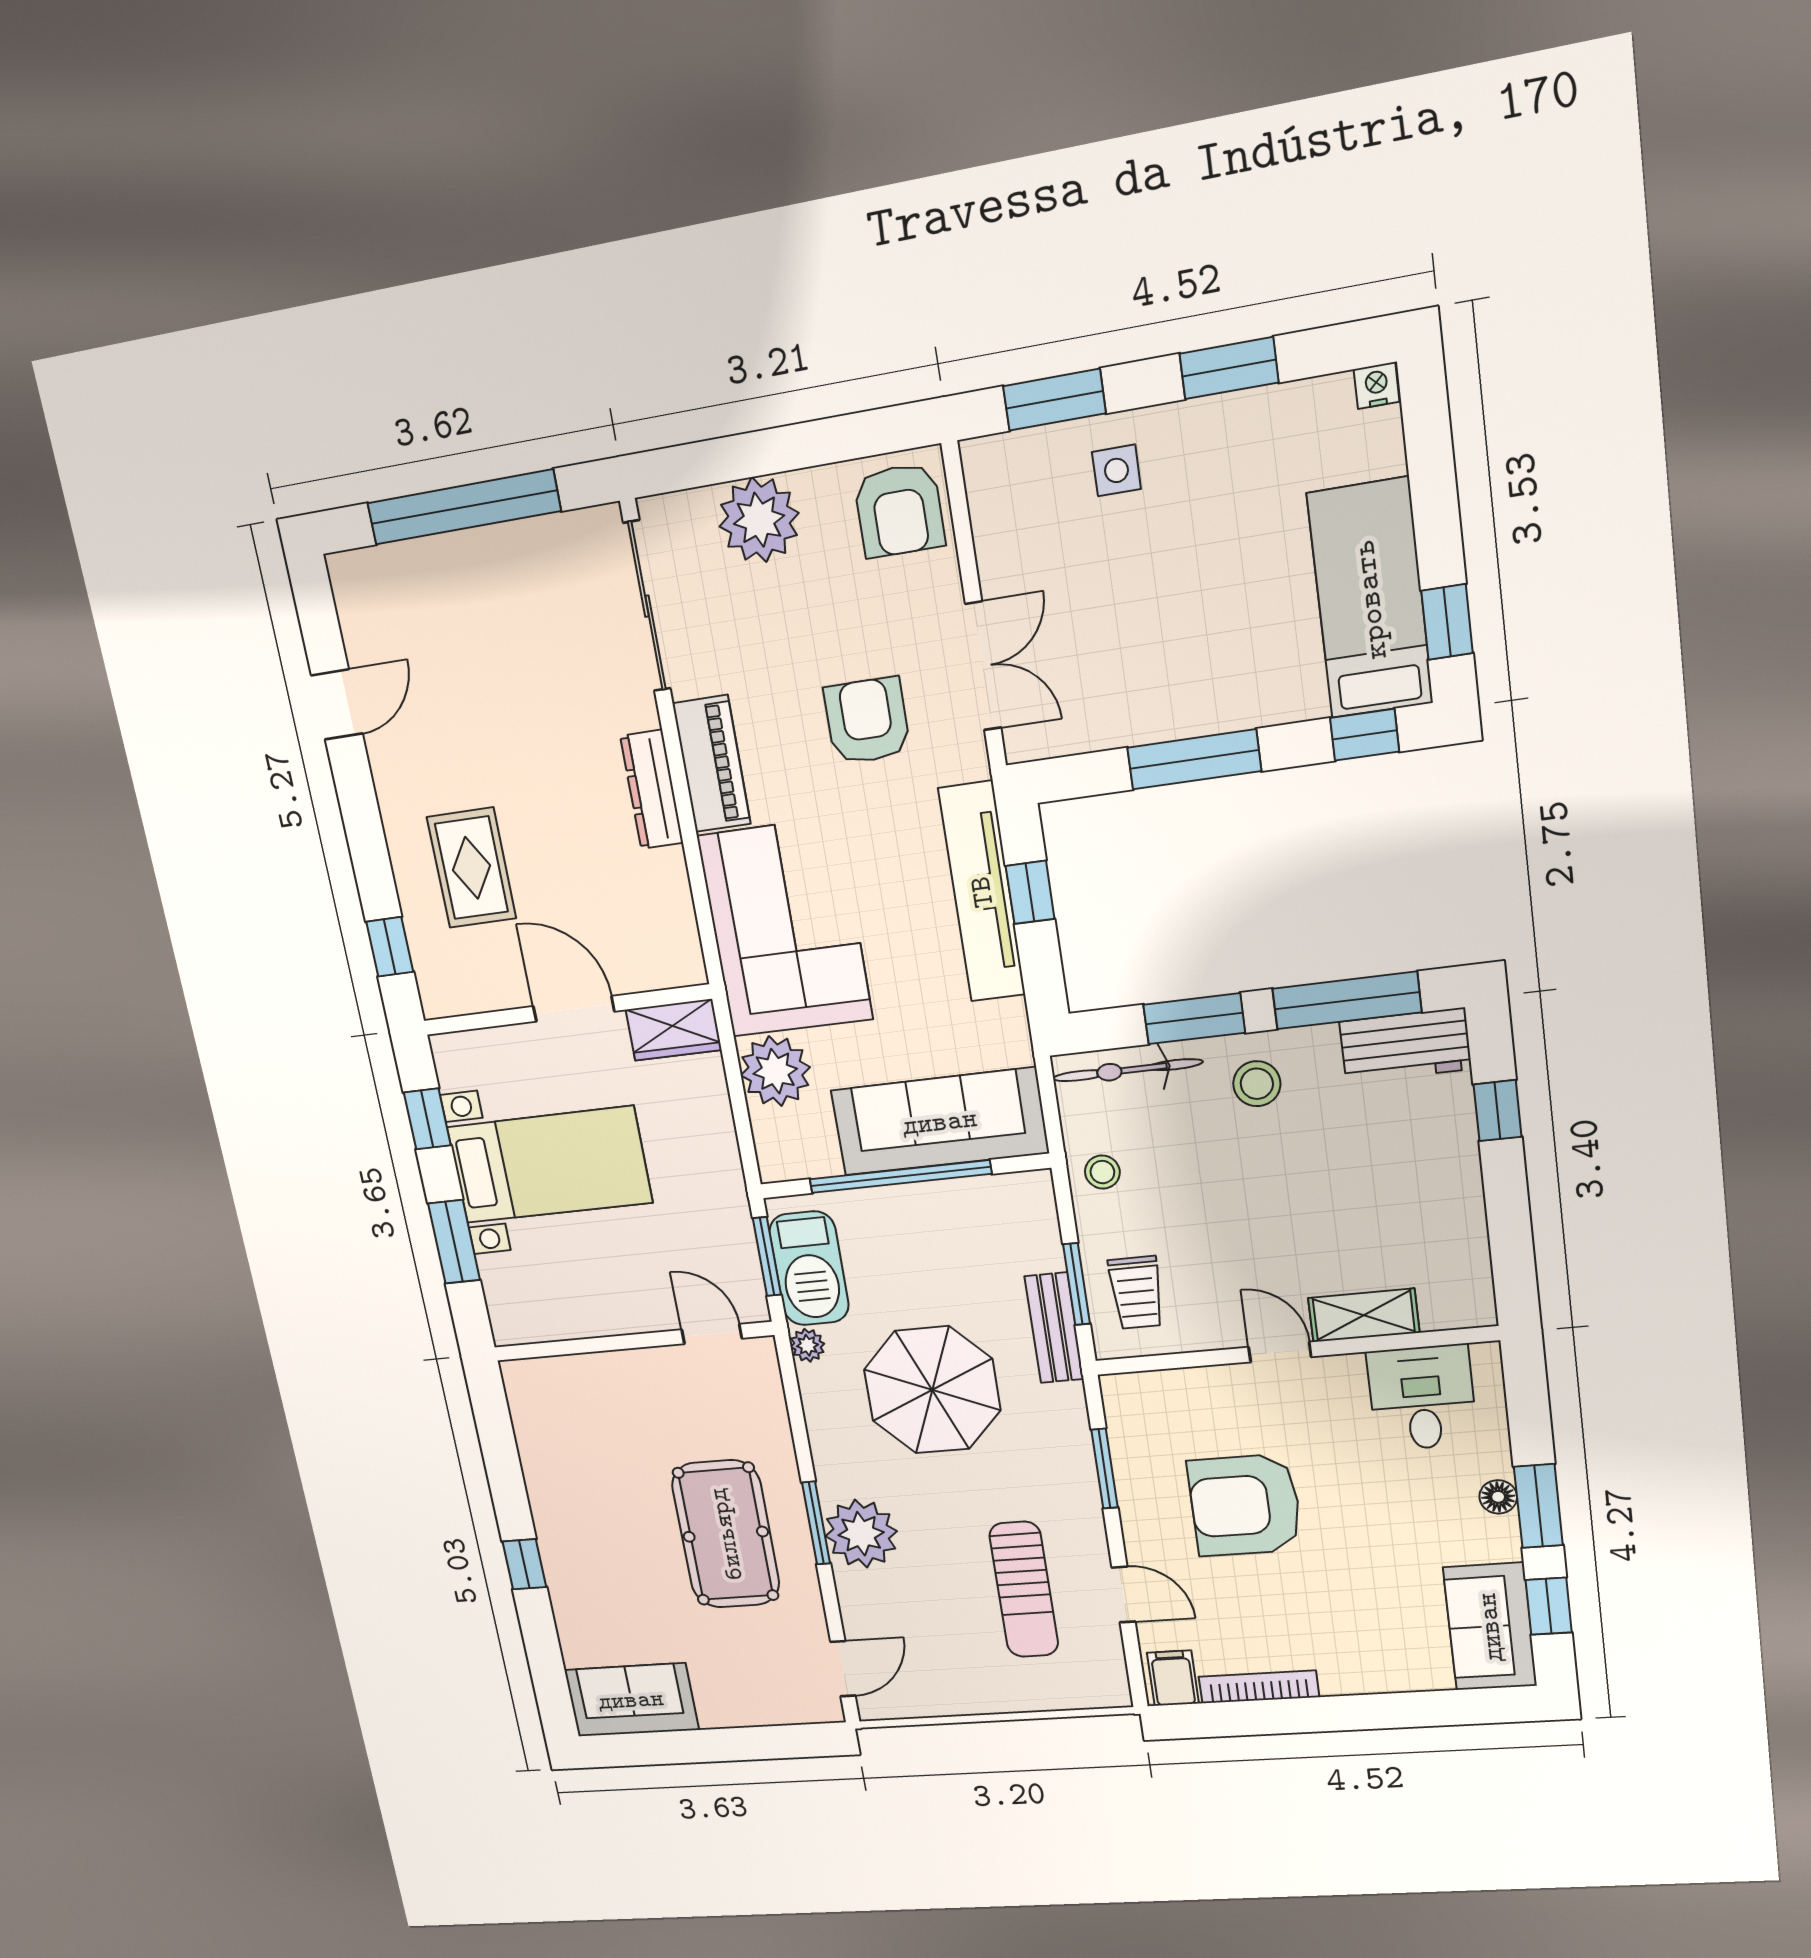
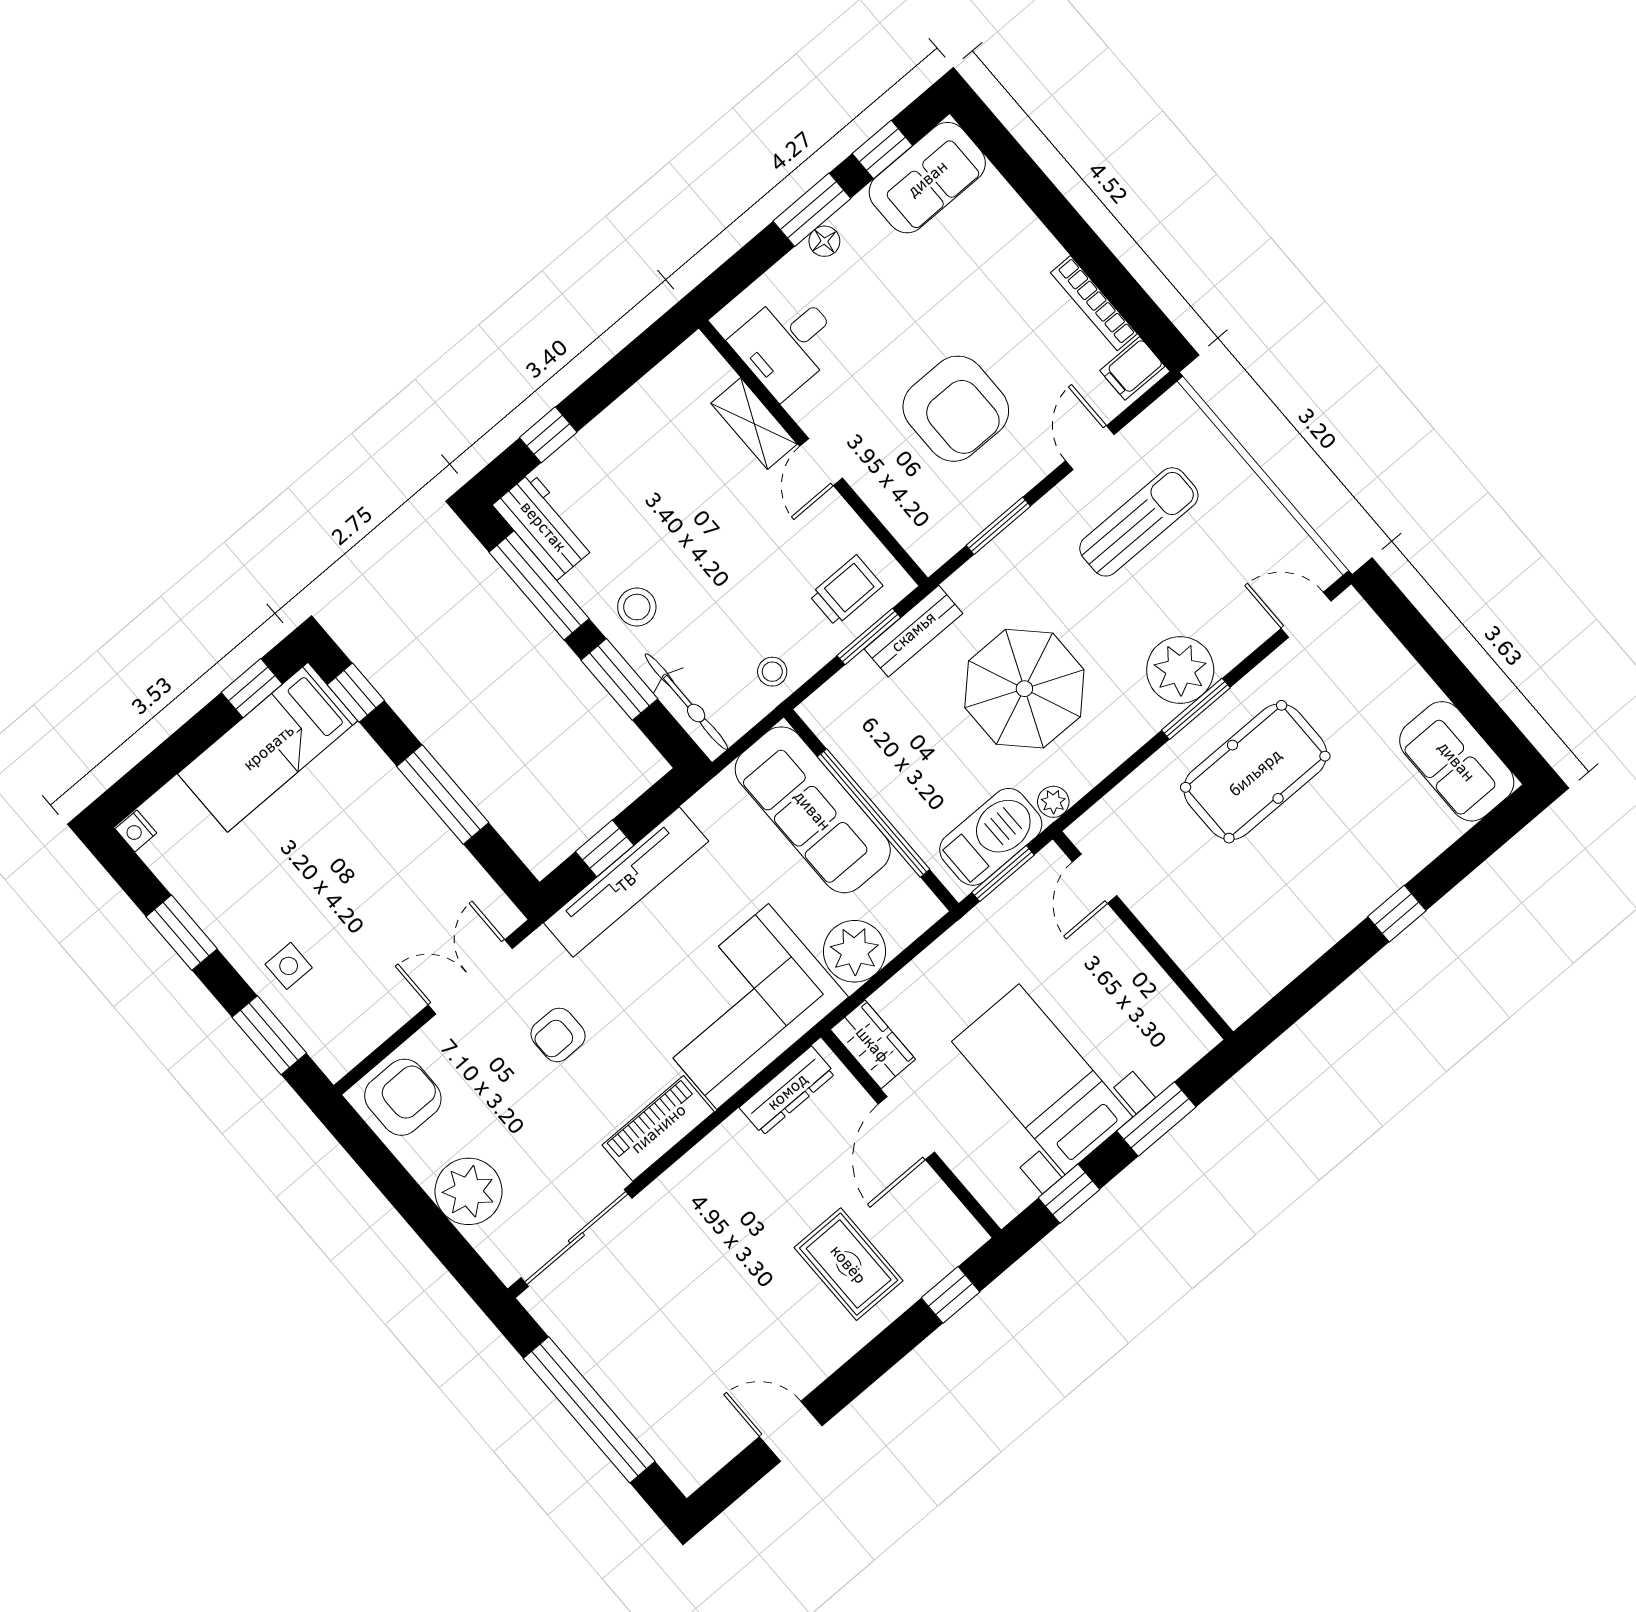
armchair: (867, 721) -> (558, 1035), width x0.72, depth x0.72
dresser: (652, 790) -> (787, 1091), moved
rug: (472, 868) -> (849, 1264), turned 90

